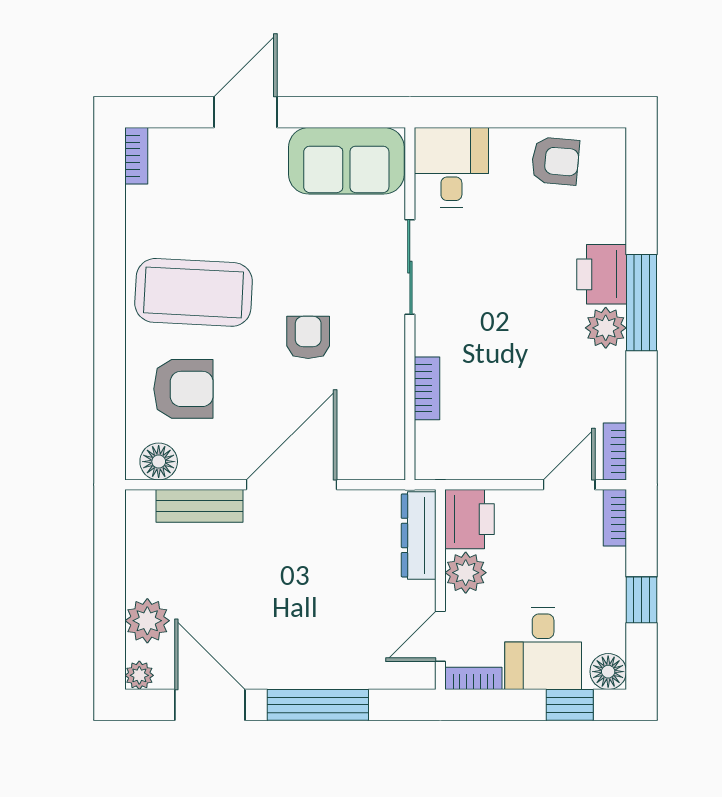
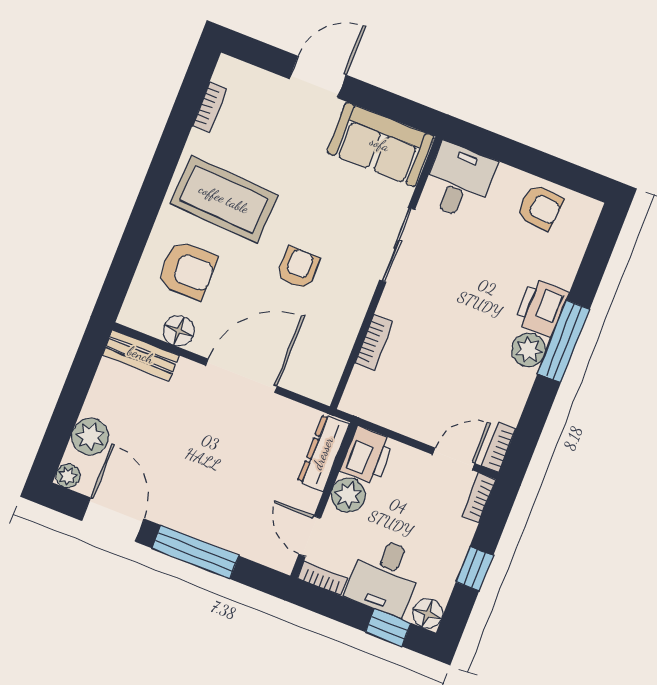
bookcase: (136, 156) -> (210, 107), moved
floor lamp: (159, 462) -> (179, 331), moved
bench: (200, 506) -> (141, 355), moved
door: (440, 636) -> (310, 536), hinge flipped

